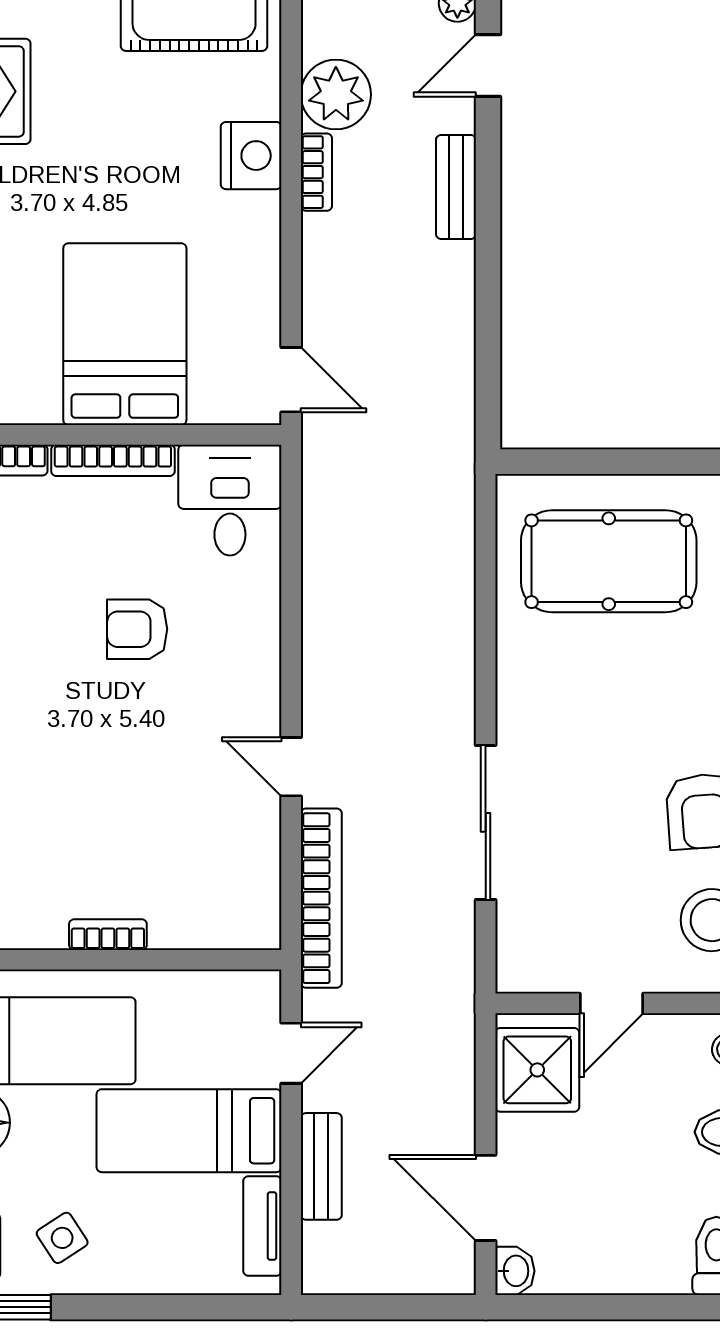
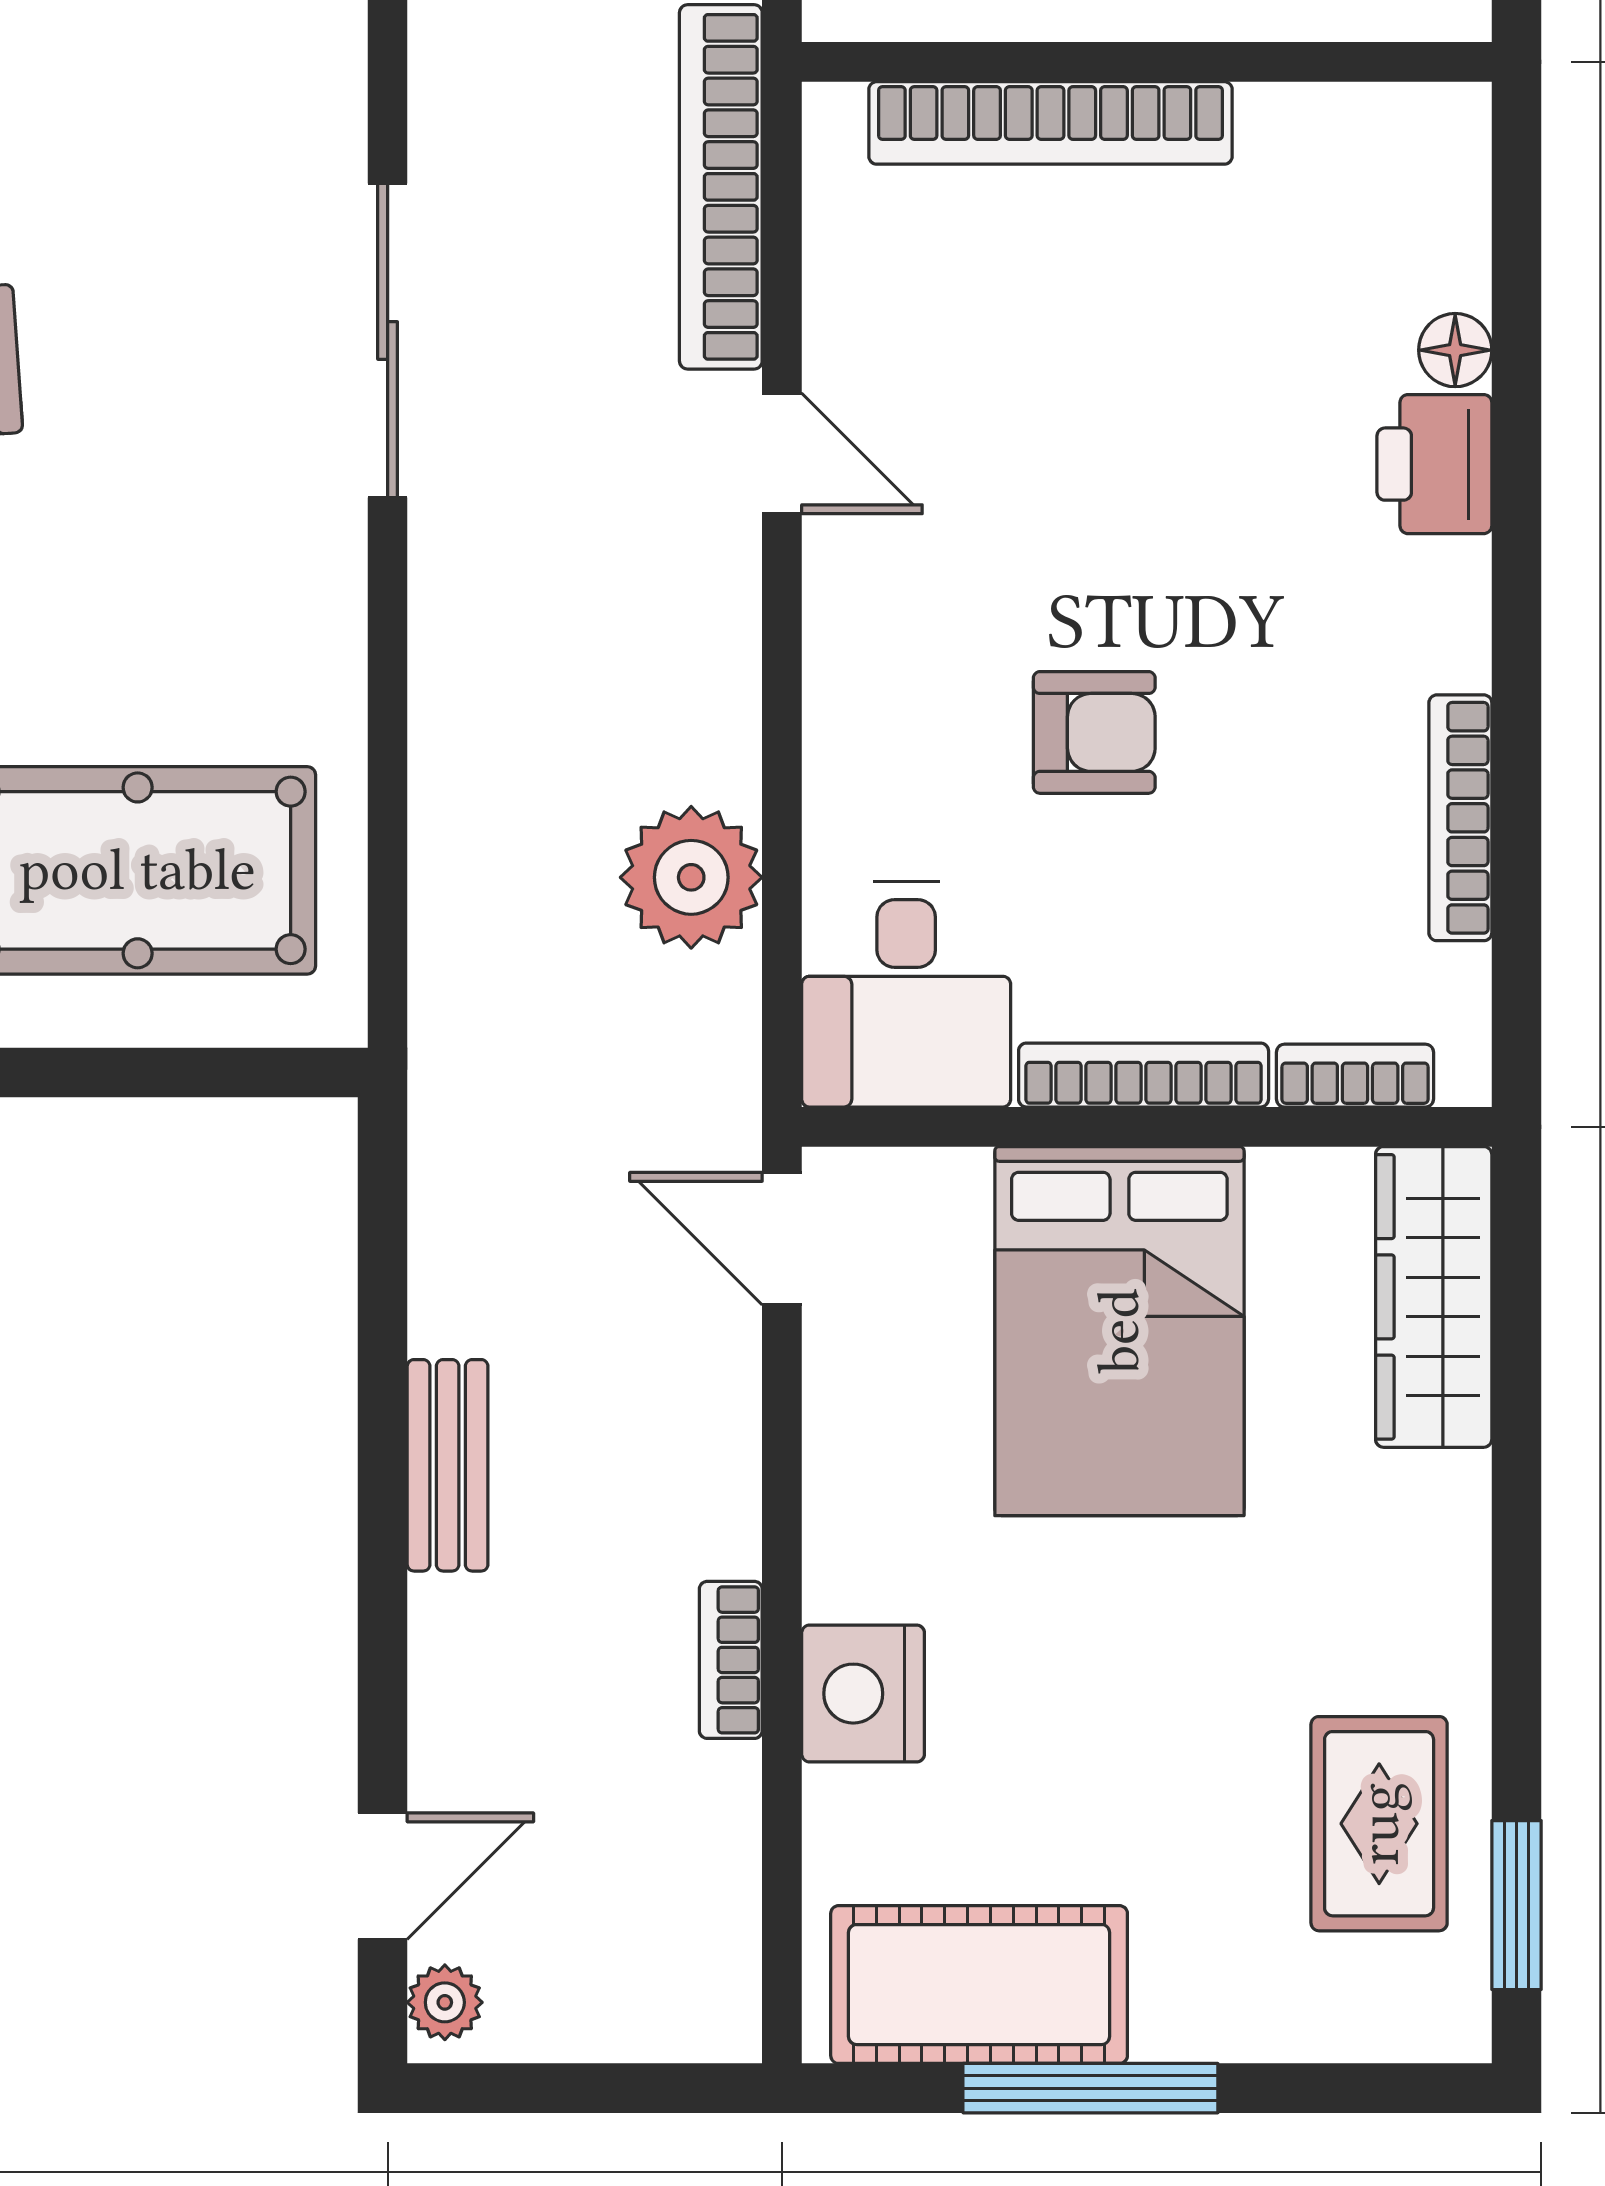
plant: (336, 95) -> (691, 877), moved
bench: (456, 187) -> (448, 1465), moved
bookcase: (108, 935) -> (1050, 123), width x2.31, depth x1.31

